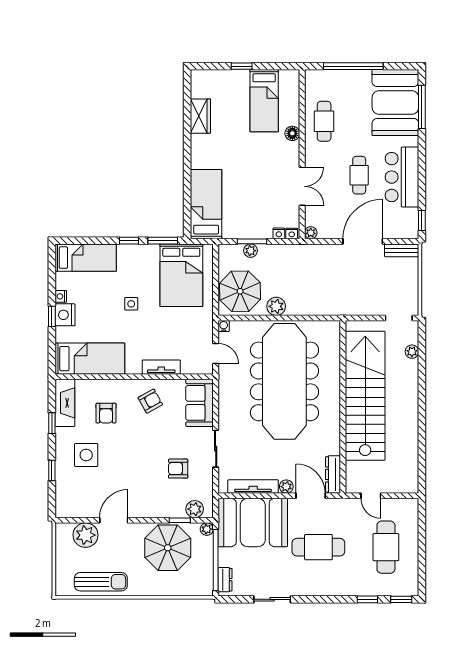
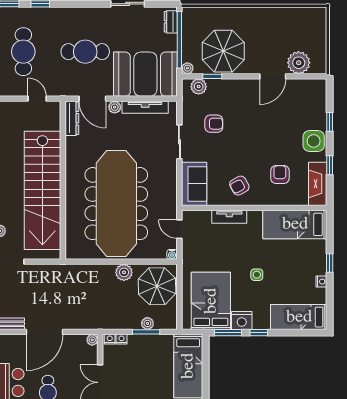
nightstand: (65, 315) -> (242, 321), moved, turned 90
side table: (86, 455) -> (314, 141), moved
sun lounger: (101, 582) -> (285, 20), removed

